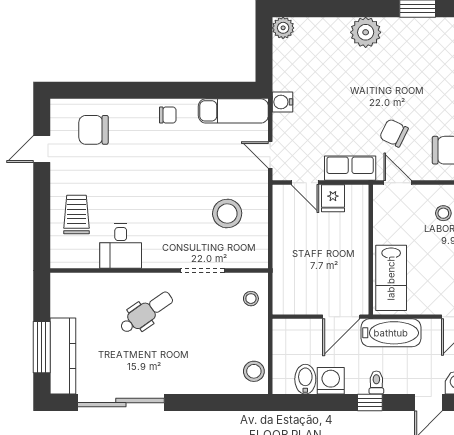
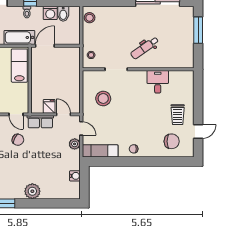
plant: (283, 28) -> (75, 144), moved
water cooler: (282, 102) -> (75, 176), moved
trolley: (77, 214) -> (178, 115), moved
kitchen counter: (63, 356) -> (187, 26), removed

